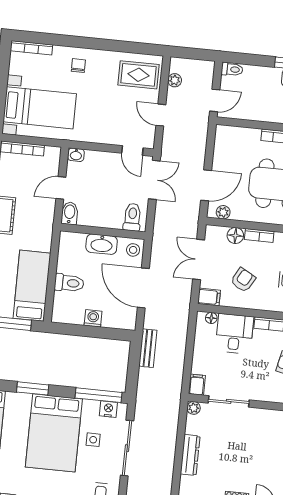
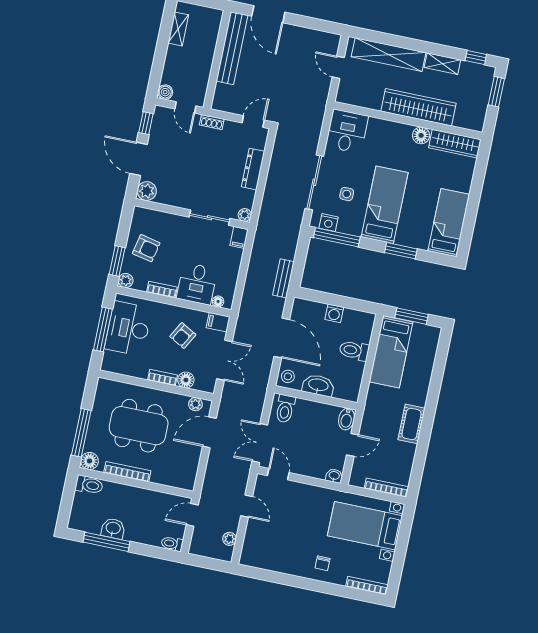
rug: (139, 75) -> (264, 548), removed
bed: (54, 433) -> (385, 205), width x0.67

